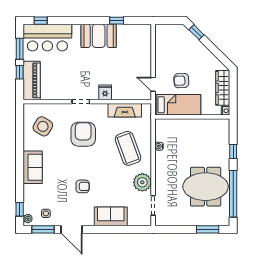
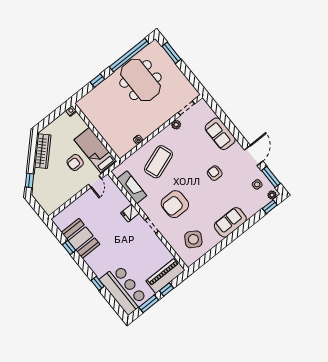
window: (41, 21) -> (98, 283), moved
booth: (99, 36) -> (81, 238), moved
armchair: (181, 81) -> (75, 162), turned 93
wardrobe: (223, 88) -> (43, 151), moved, turned -45
plant: (142, 182) -> (176, 125), width x0.53, depth x0.53

